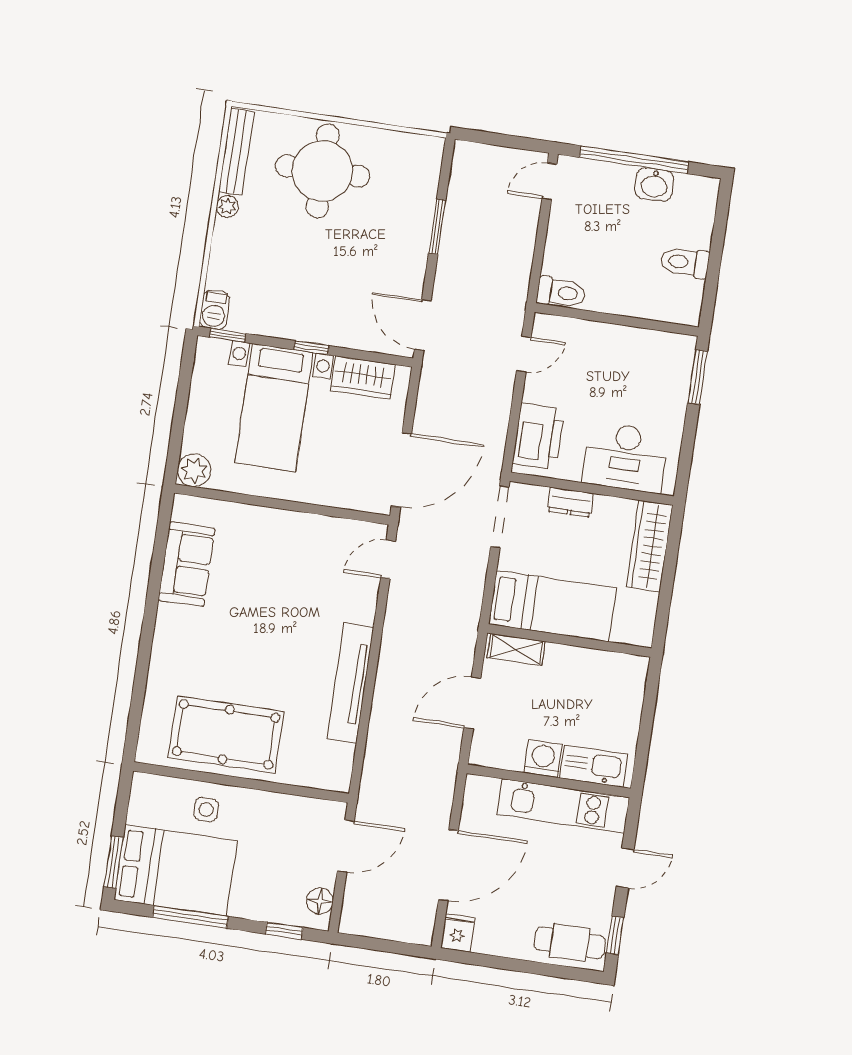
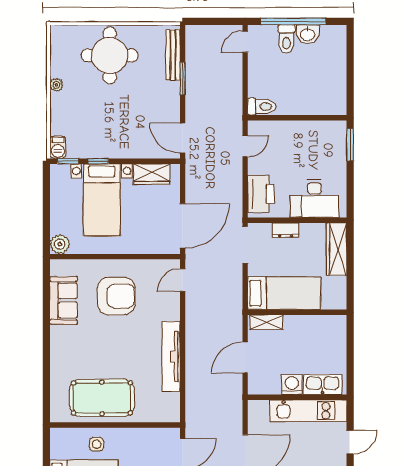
bench: (236, 152) -> (173, 55), moved
toilet: (685, 262) -> (286, 39), moved, turned -90
window: (311, 348) -> (98, 161), moved
armchair: (275, 570) -> (116, 296), added

